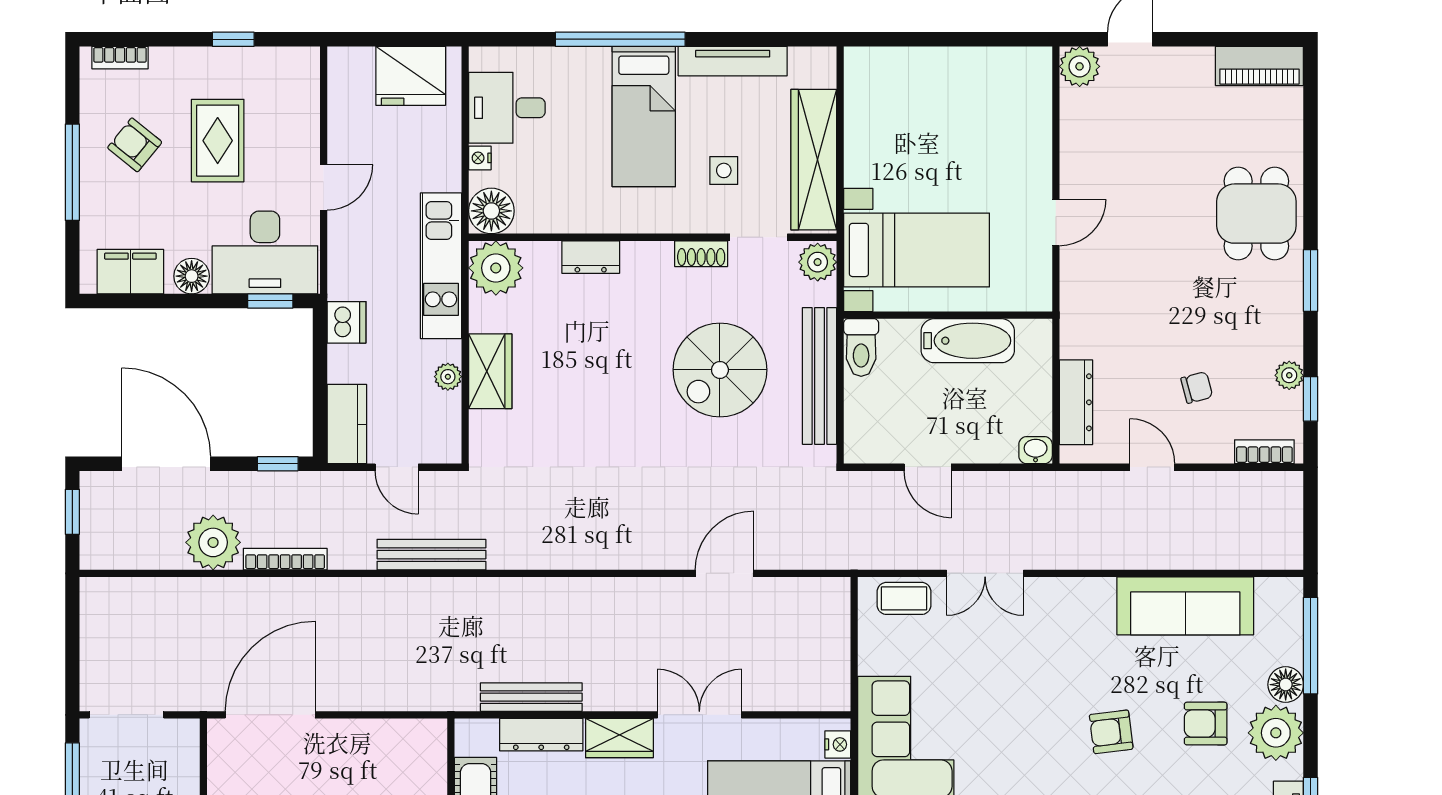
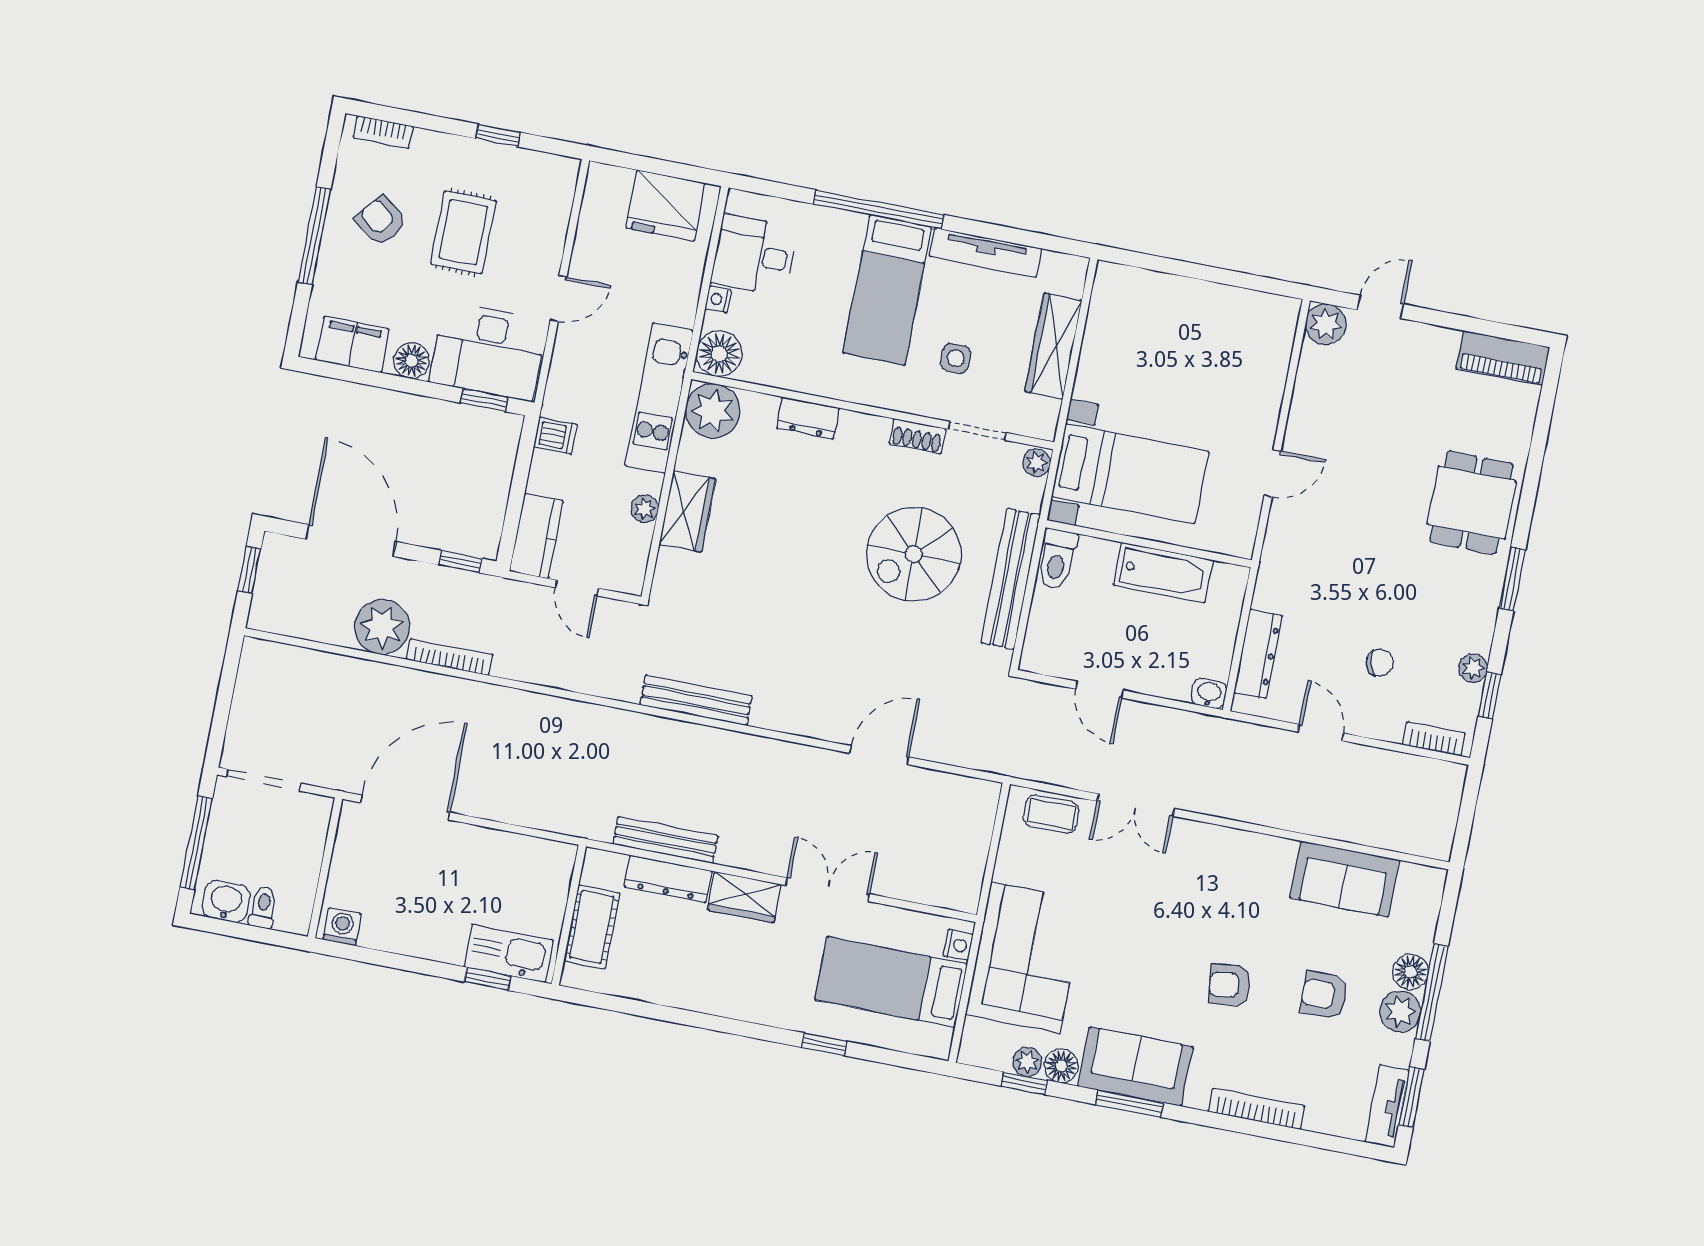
wardrobe: (814, 160) -> (1053, 346), width x0.71, depth x0.85
plant: (818, 262) -> (1037, 463), width x0.73, depth x0.73
dishwasher: (347, 322) -> (555, 436), width x0.73
bench: (431, 555) -> (696, 700), moved
sofa: (1185, 606) -> (1344, 879), width x0.73
window: (1311, 646) -> (1432, 992), moved
plant: (1276, 733) -> (1400, 1012), width x0.73, depth x0.73

